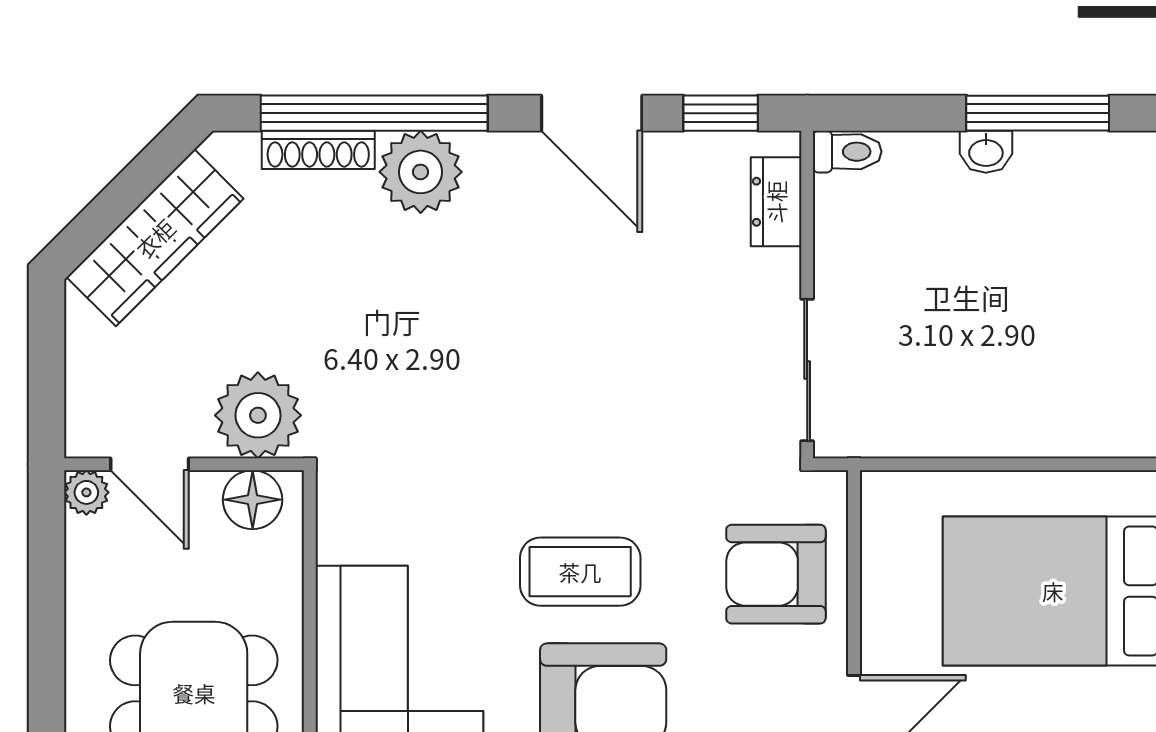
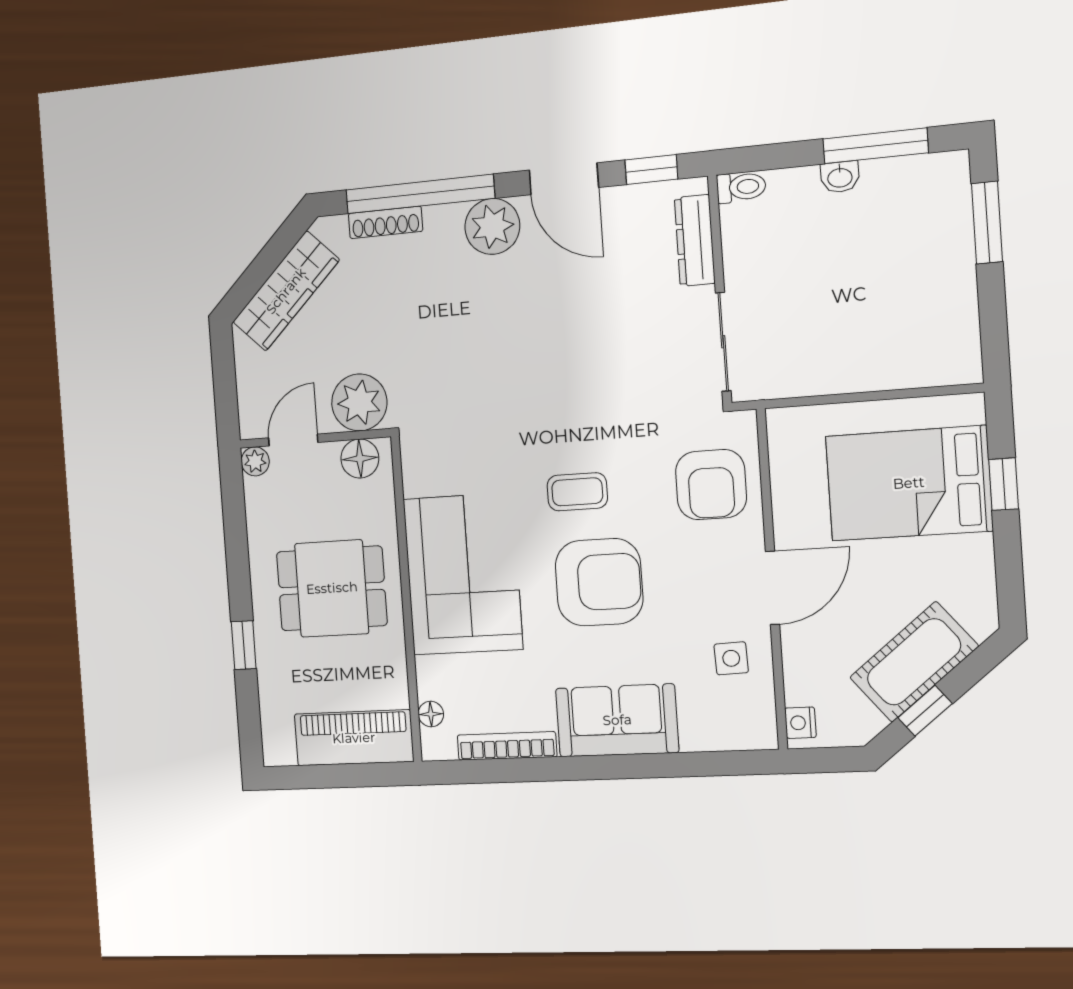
plant: (421, 172) -> (492, 226), moved
dresser: (776, 202) -> (695, 241), width x1.44
door: (150, 464) -> (293, 440), swing flipped
coffee table: (580, 572) -> (577, 492), width x0.73, depth x0.77
armchair: (776, 574) -> (711, 485), turned -90

